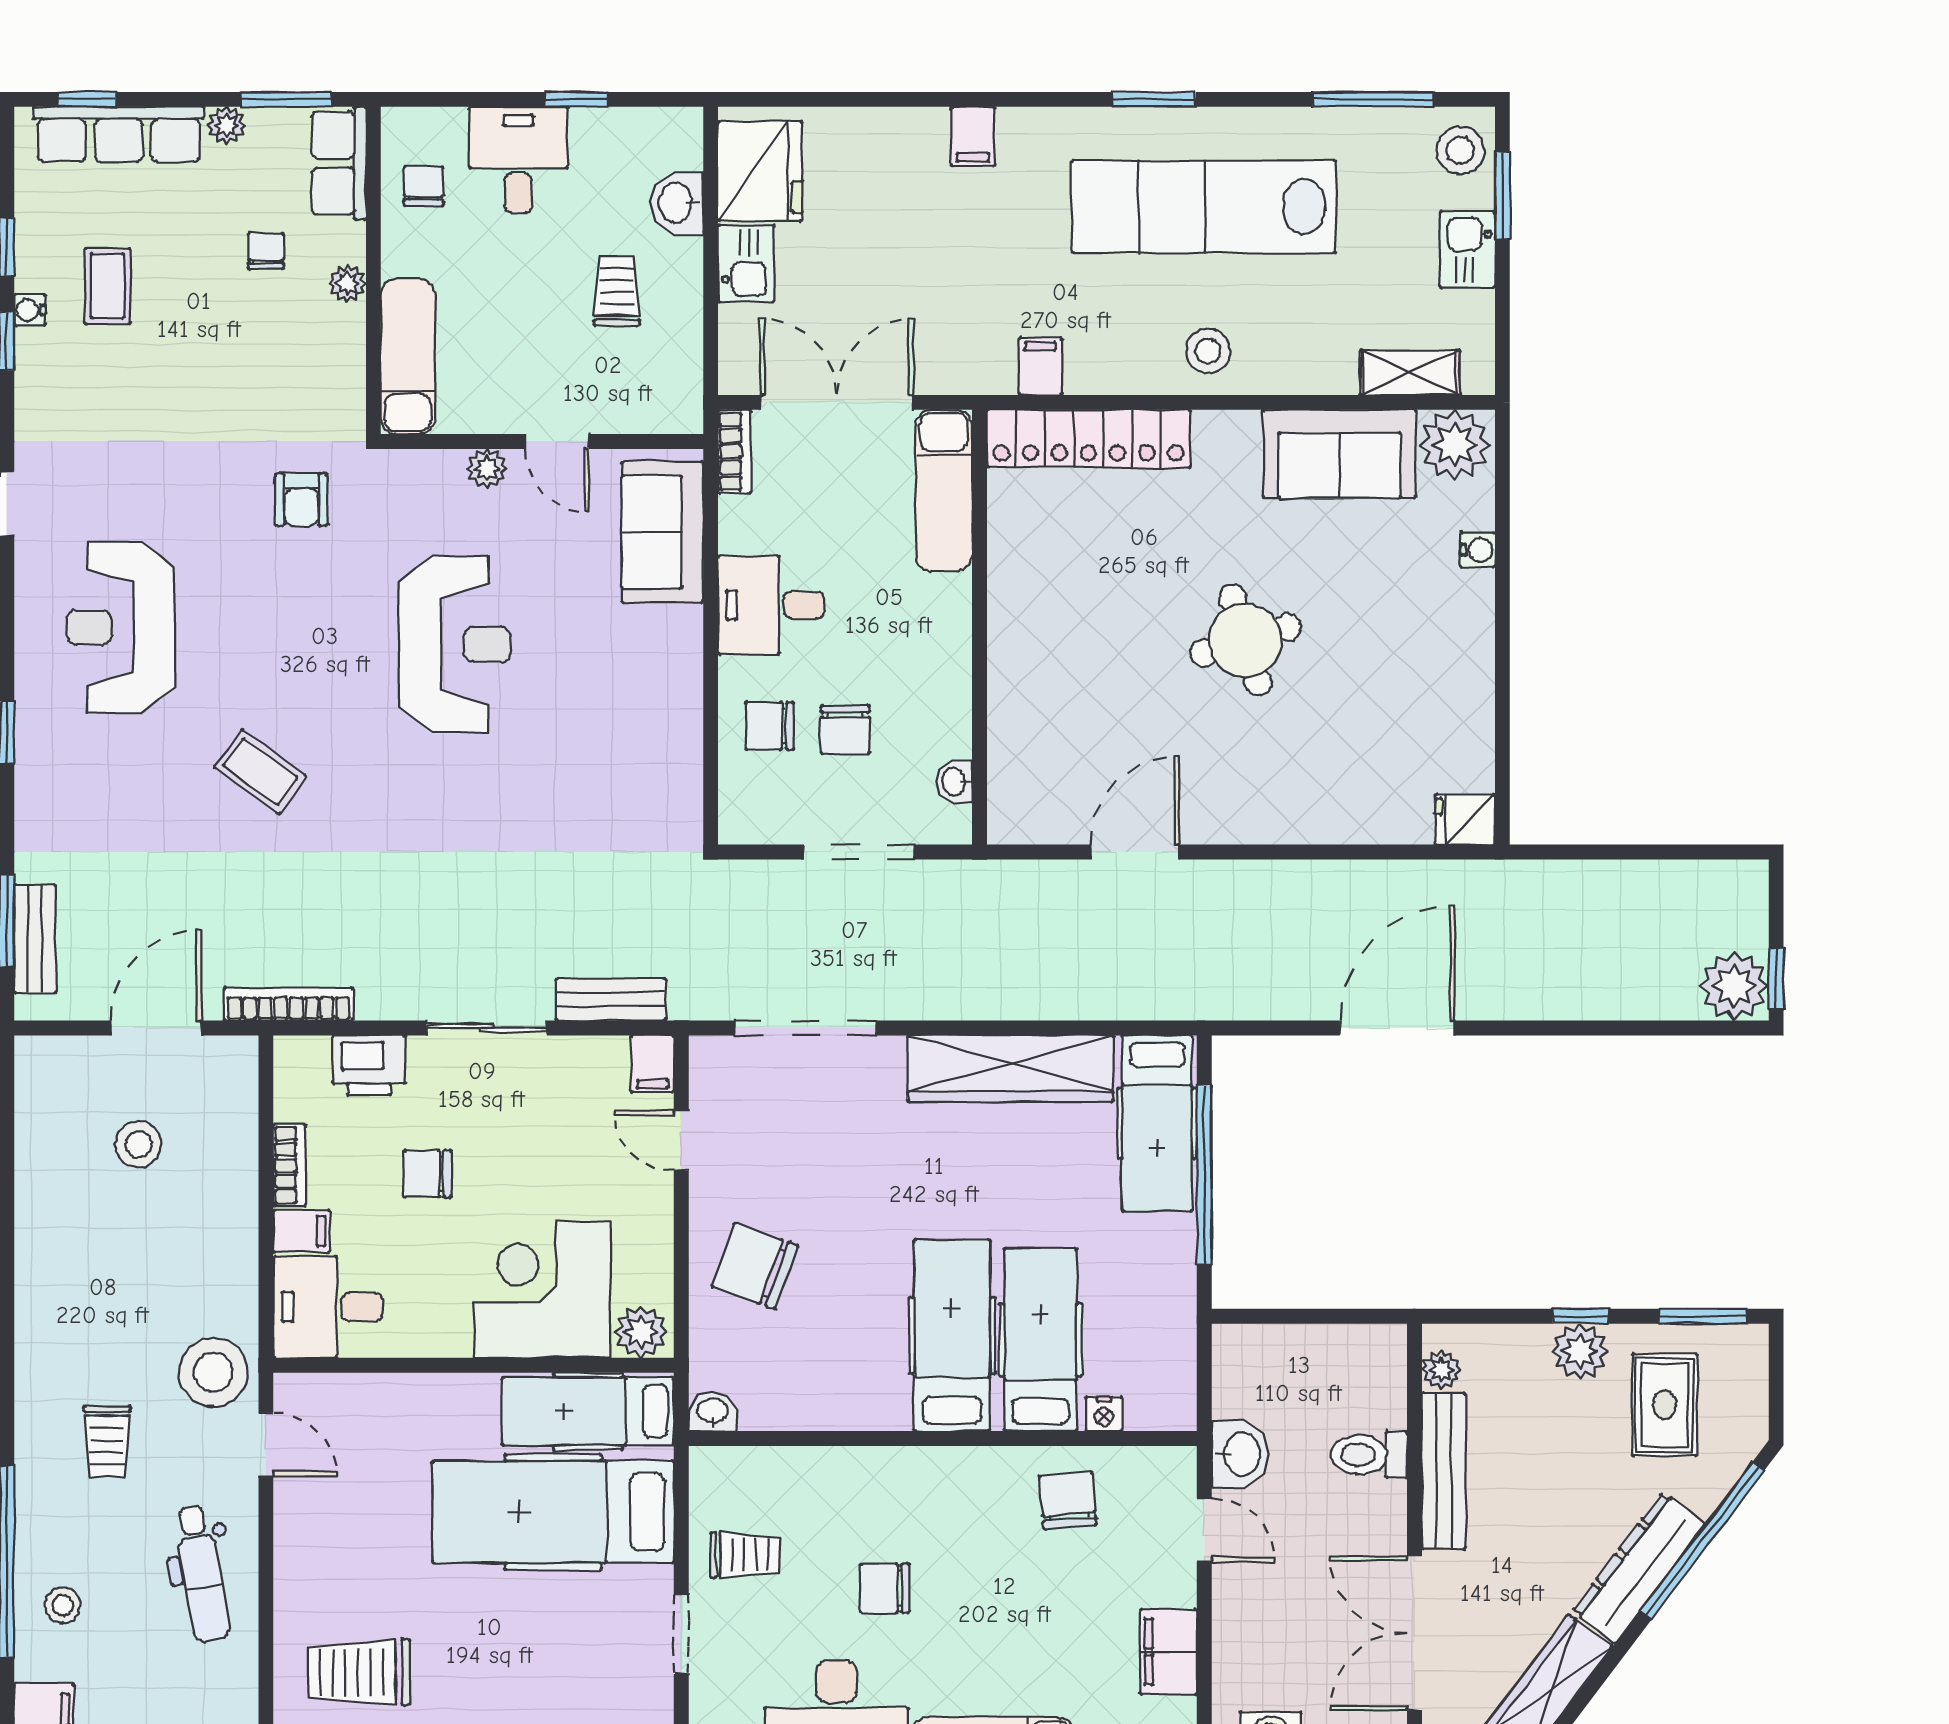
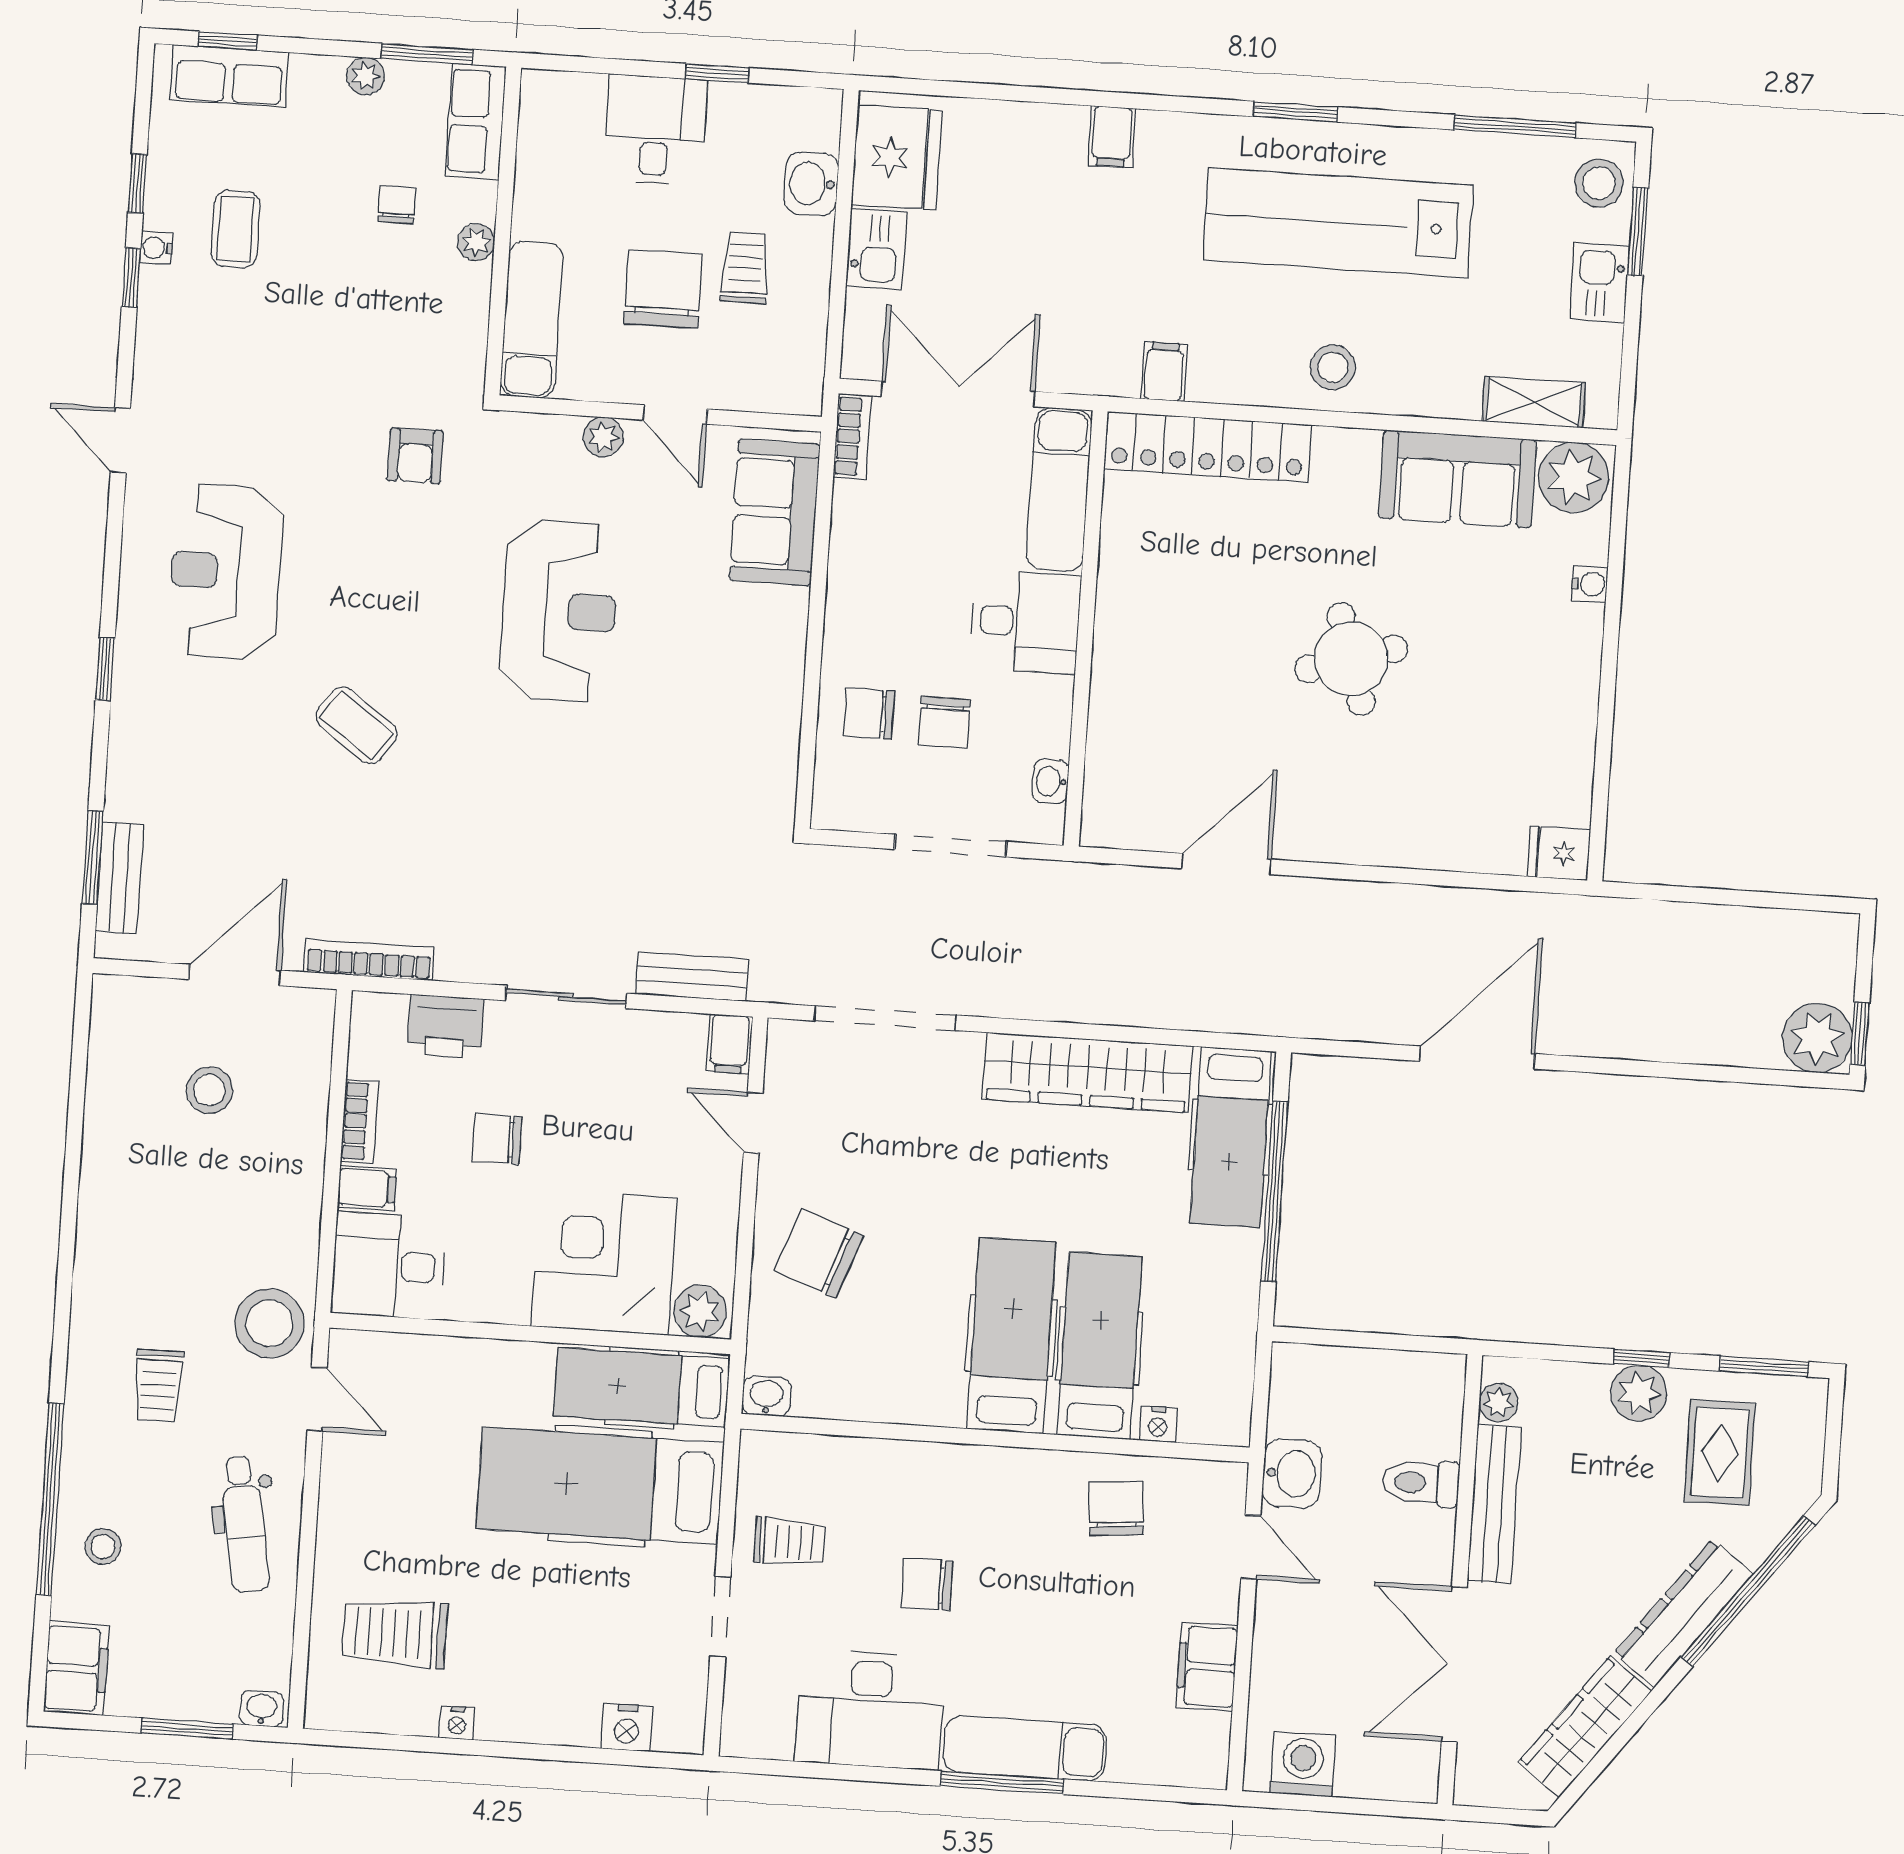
row of seats: (119, 134) -> (229, 76), width x0.68
chair: (423, 186) -> (663, 289), moved, width x1.87, depth x1.87
desk: (771, 605) -> (1025, 622), moved, turned 180

